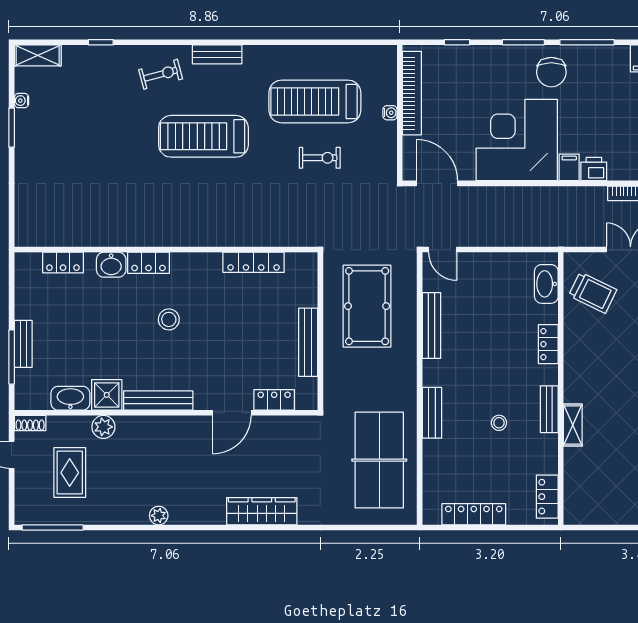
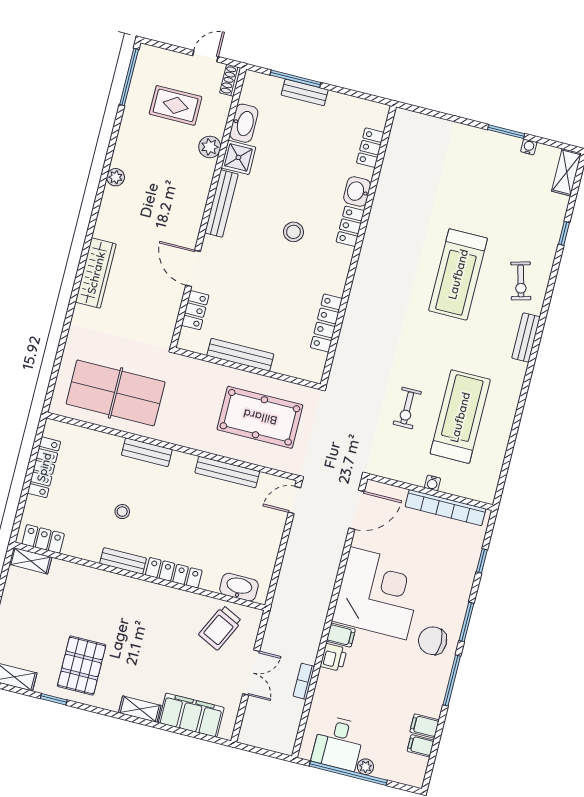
treadmill: (203, 136) -> (458, 274), moved, turned 180
locker: (548, 344) -> (174, 573), width x1.53
shelving: (573, 425) -> (31, 561), moved

